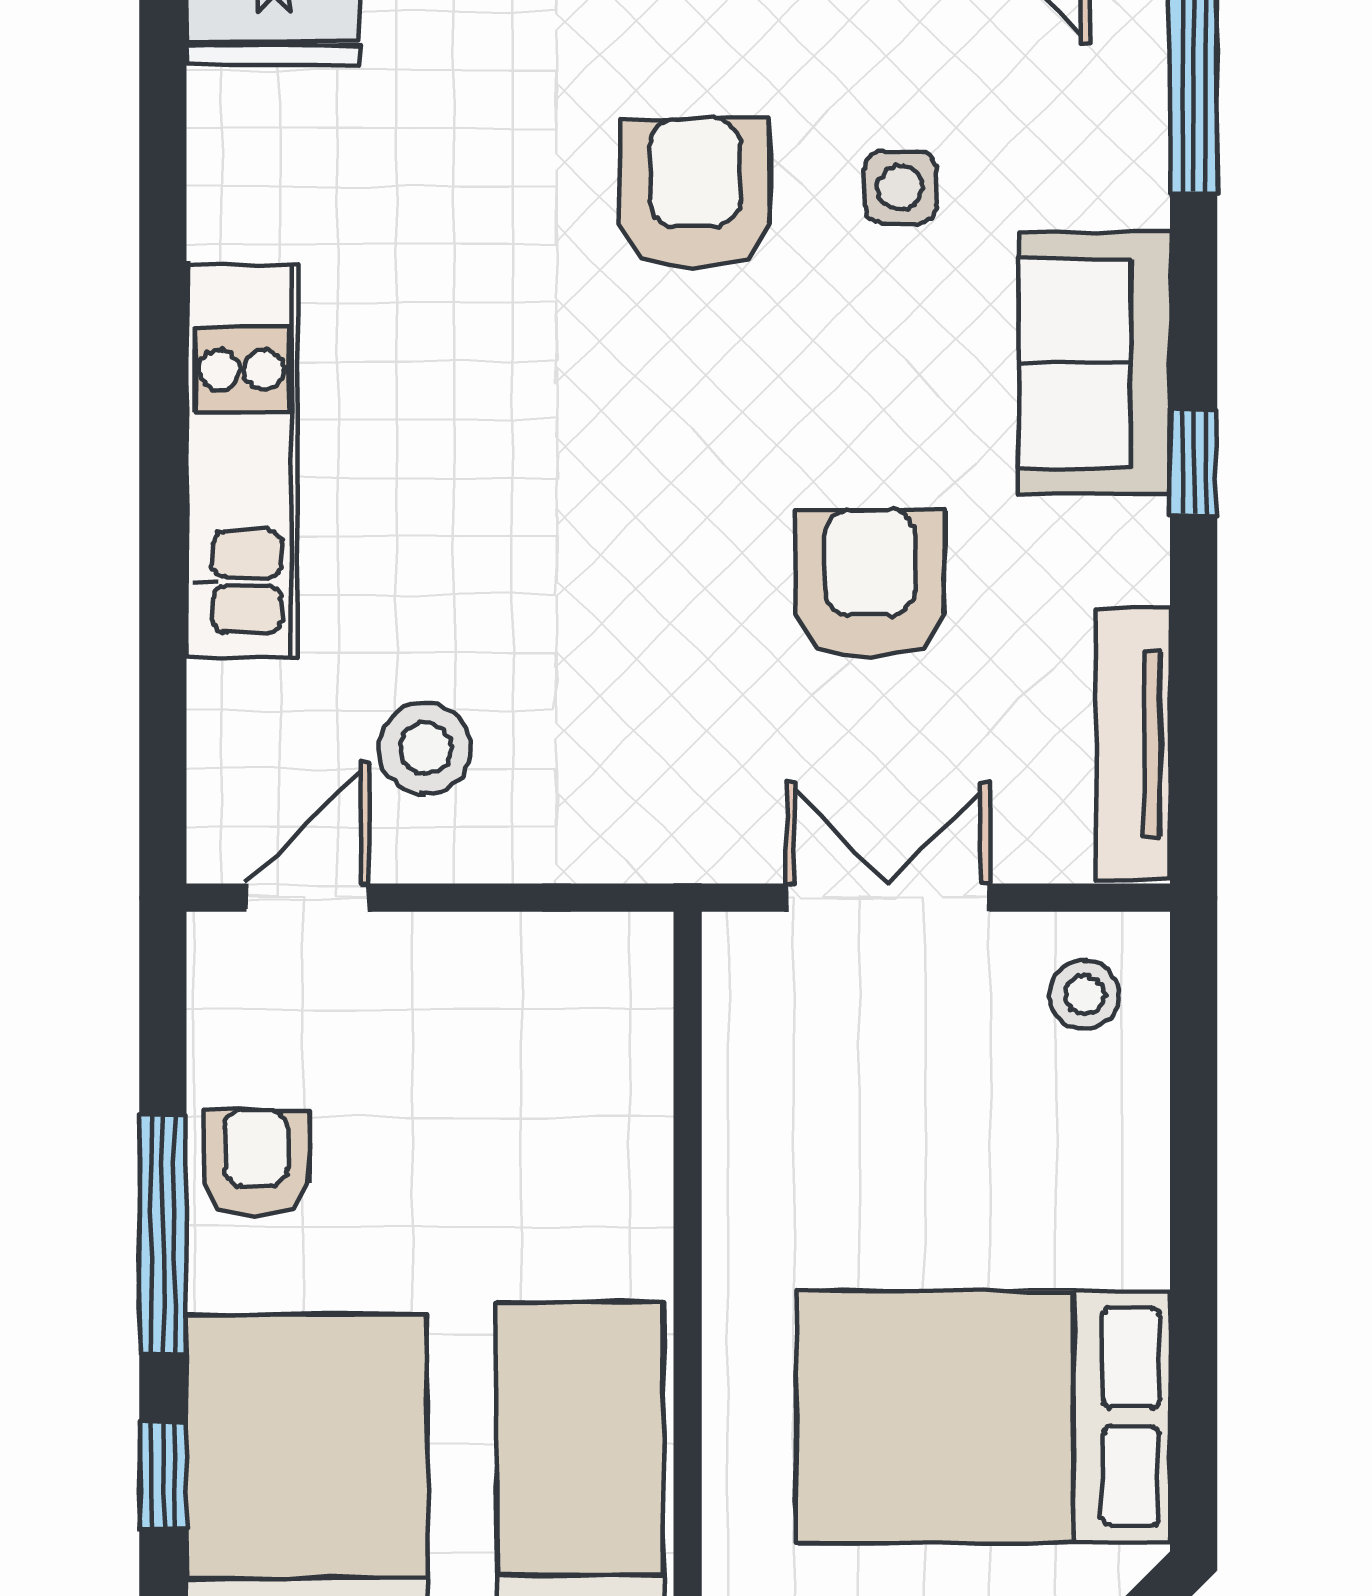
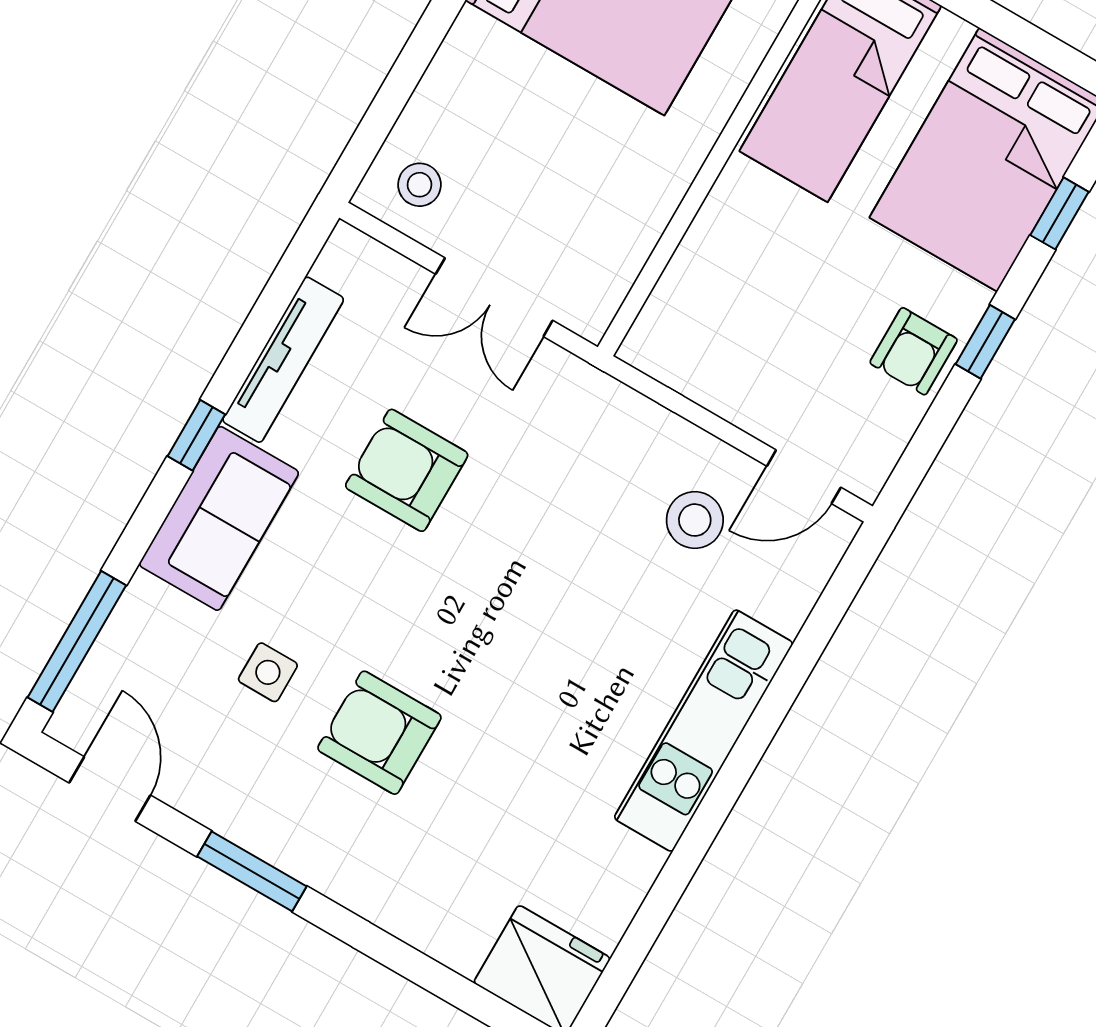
armchair: (695, 193) -> (379, 733), turned 90
armchair: (870, 584) -> (407, 470), turned 90
tv unit: (1133, 744) -> (283, 360), moved
window: (163, 1235) -> (985, 342), width x0.46

